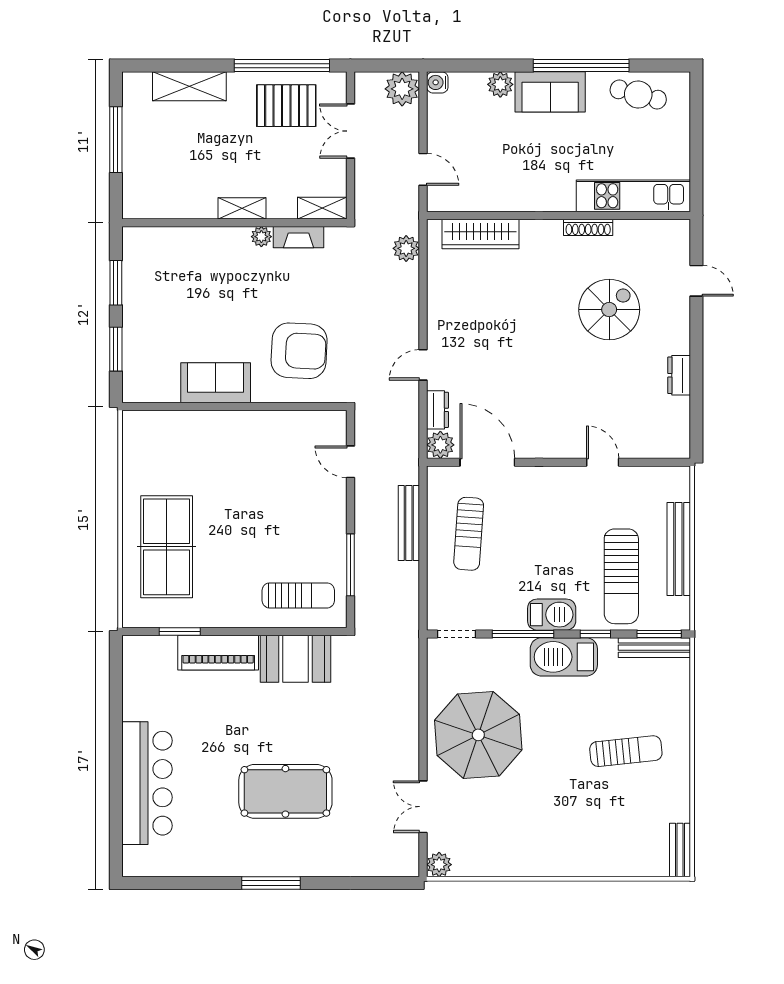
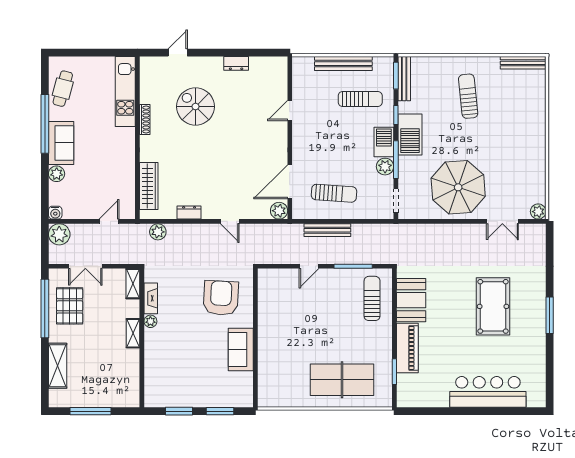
dresser: (437, 410) -> (189, 213), moved
door: (350, 462) -> (309, 266), moved
sun lounger: (621, 576) -> (360, 99), width x0.73, depth x0.75
plant: (512, 616) -> (385, 167), added
bench: (680, 850) -> (523, 63), width x1.36

